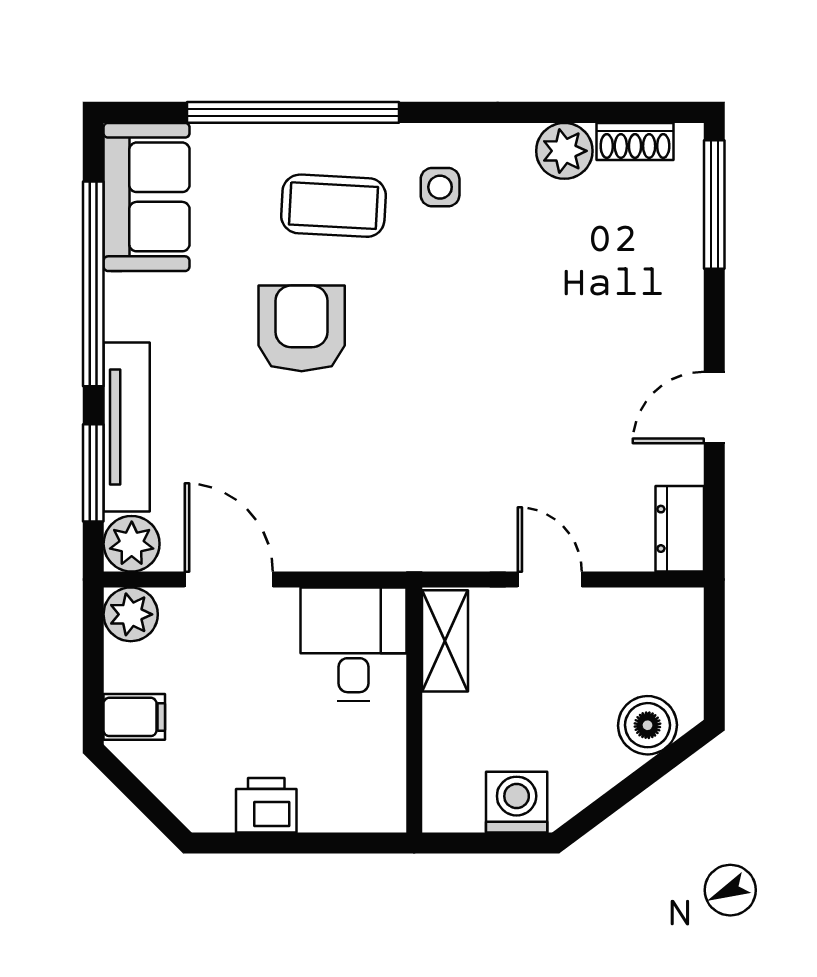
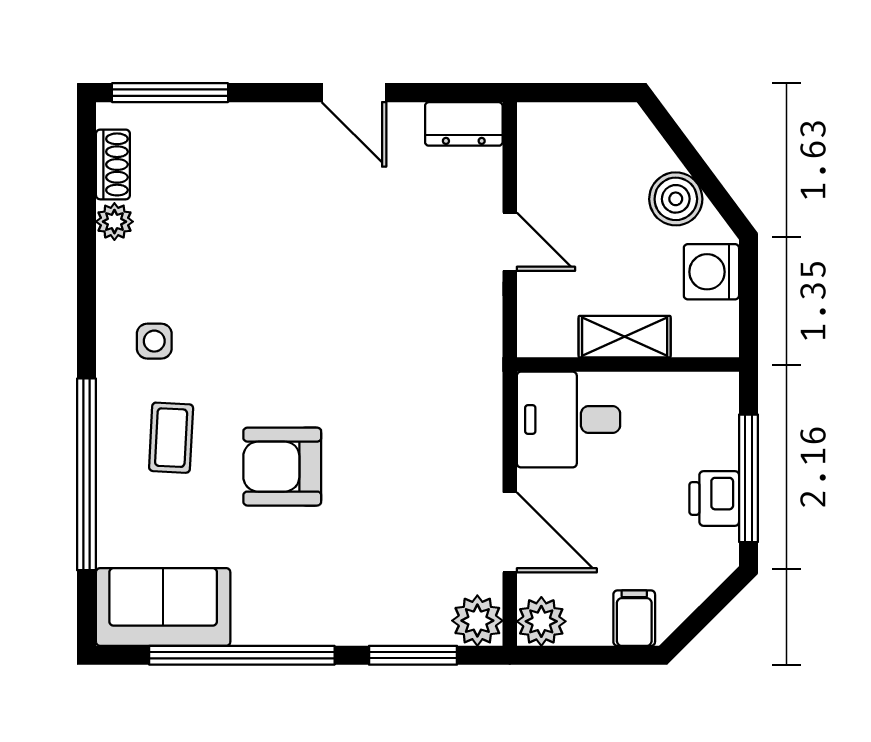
plant: (564, 151) -> (114, 222), width x0.73, depth x0.73
coffee table: (333, 206) -> (171, 438), width x0.73, depth x0.77
tv unit: (127, 427) -> (372, 625), removed
door: (229, 579) -> (510, 532), swing flipped
door: (550, 579) -> (510, 242), swing flipped
shelving: (445, 641) -> (625, 337), moved
boiler: (647, 725) -> (676, 199), moved
window: (289, 843) -> (748, 478), added

